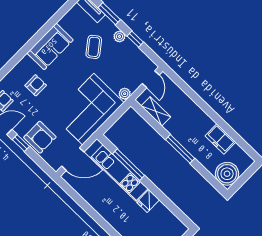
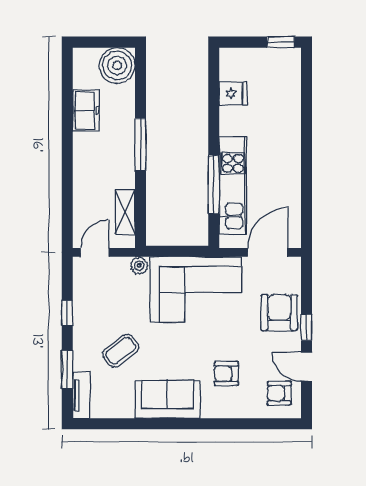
plant: (119, 36) -> (81, 333), removed
door: (73, 159) -> (268, 252), hinge flipped
fridge: (148, 201) -> (233, 93), moved

